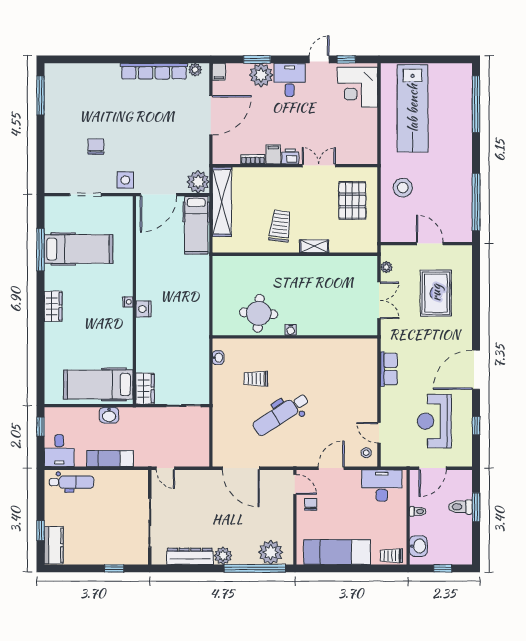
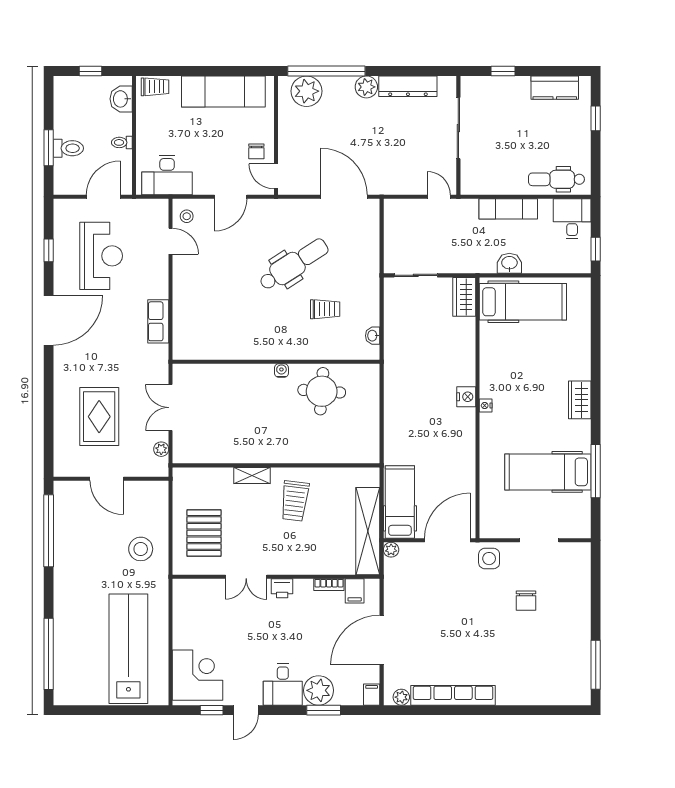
filing cabinet: (273, 154) -> (355, 591), moved
plant: (198, 182) -> (391, 550), width x0.53, depth x0.53
kitchen counter: (54, 545) -> (555, 88), moved, turned -90

